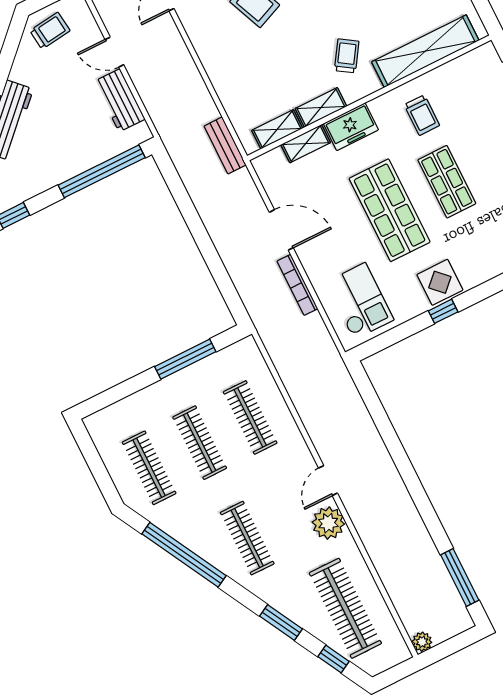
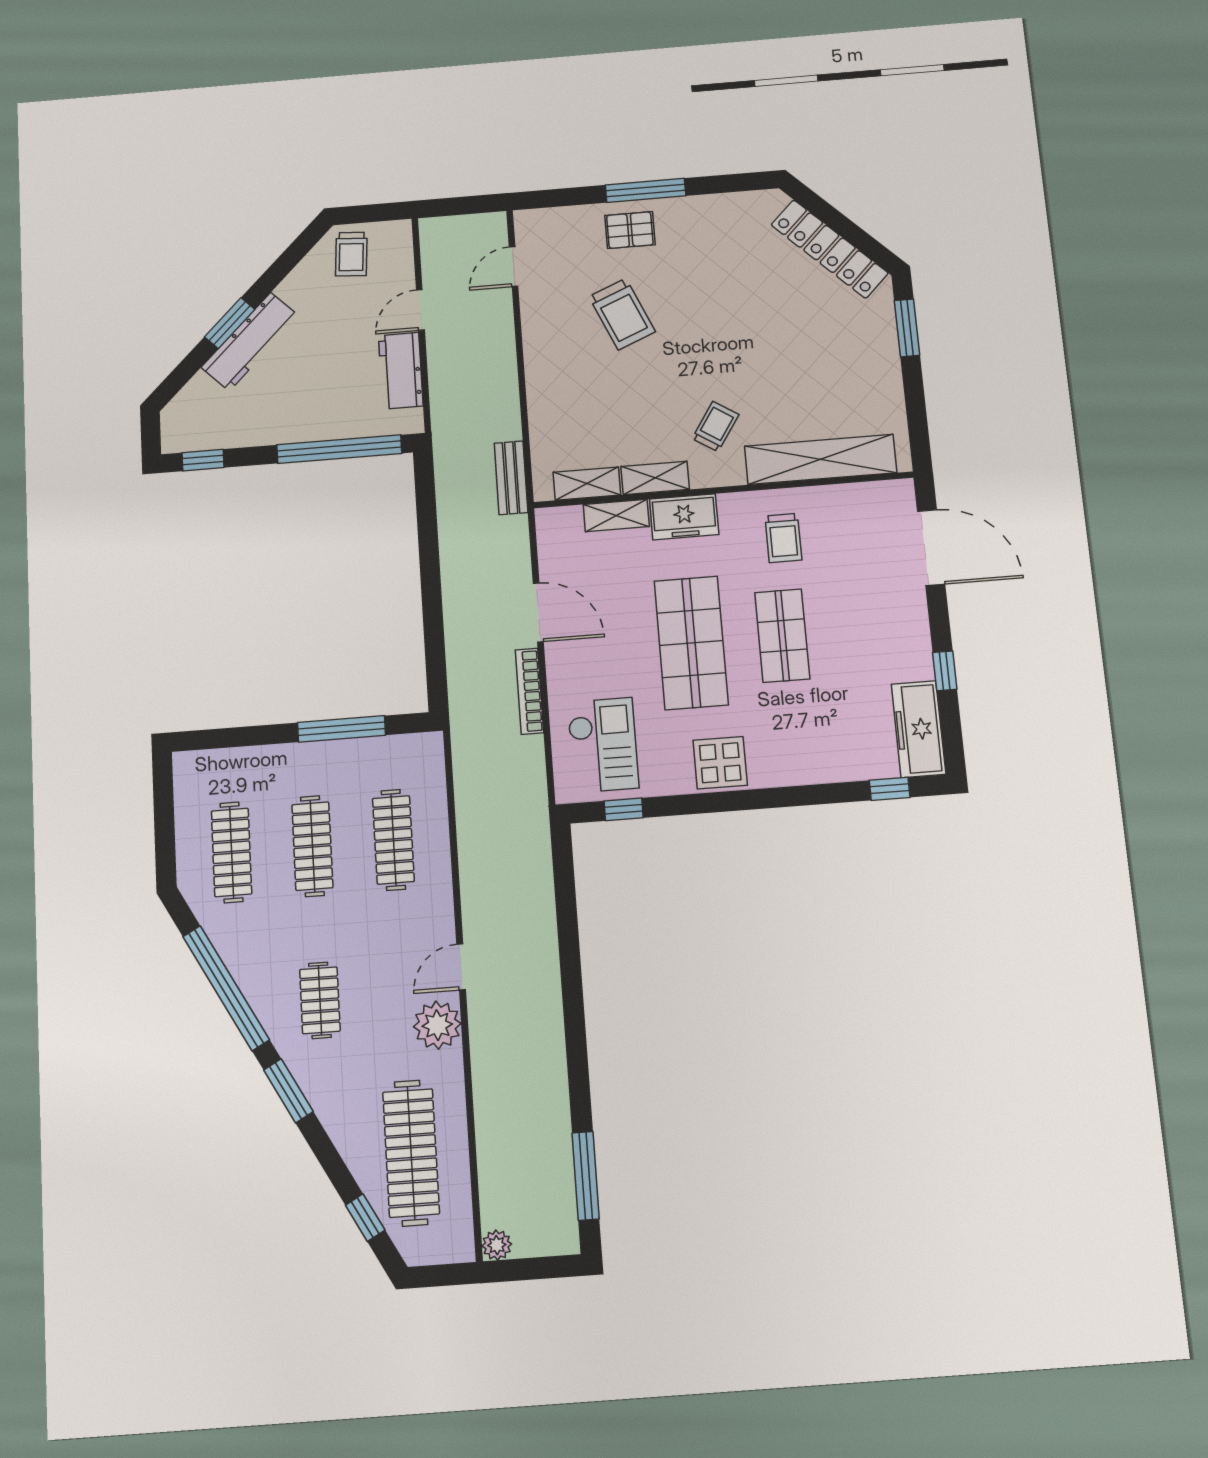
trolley: (50, 31) -> (351, 254), turned 101
door: (114, 52) -> (420, 310), hinge flipped
window: (443, 311) -> (624, 809), moved
clothes rail: (247, 538) -> (320, 1000), width x0.73
window: (281, 622) -> (288, 1091), moved

